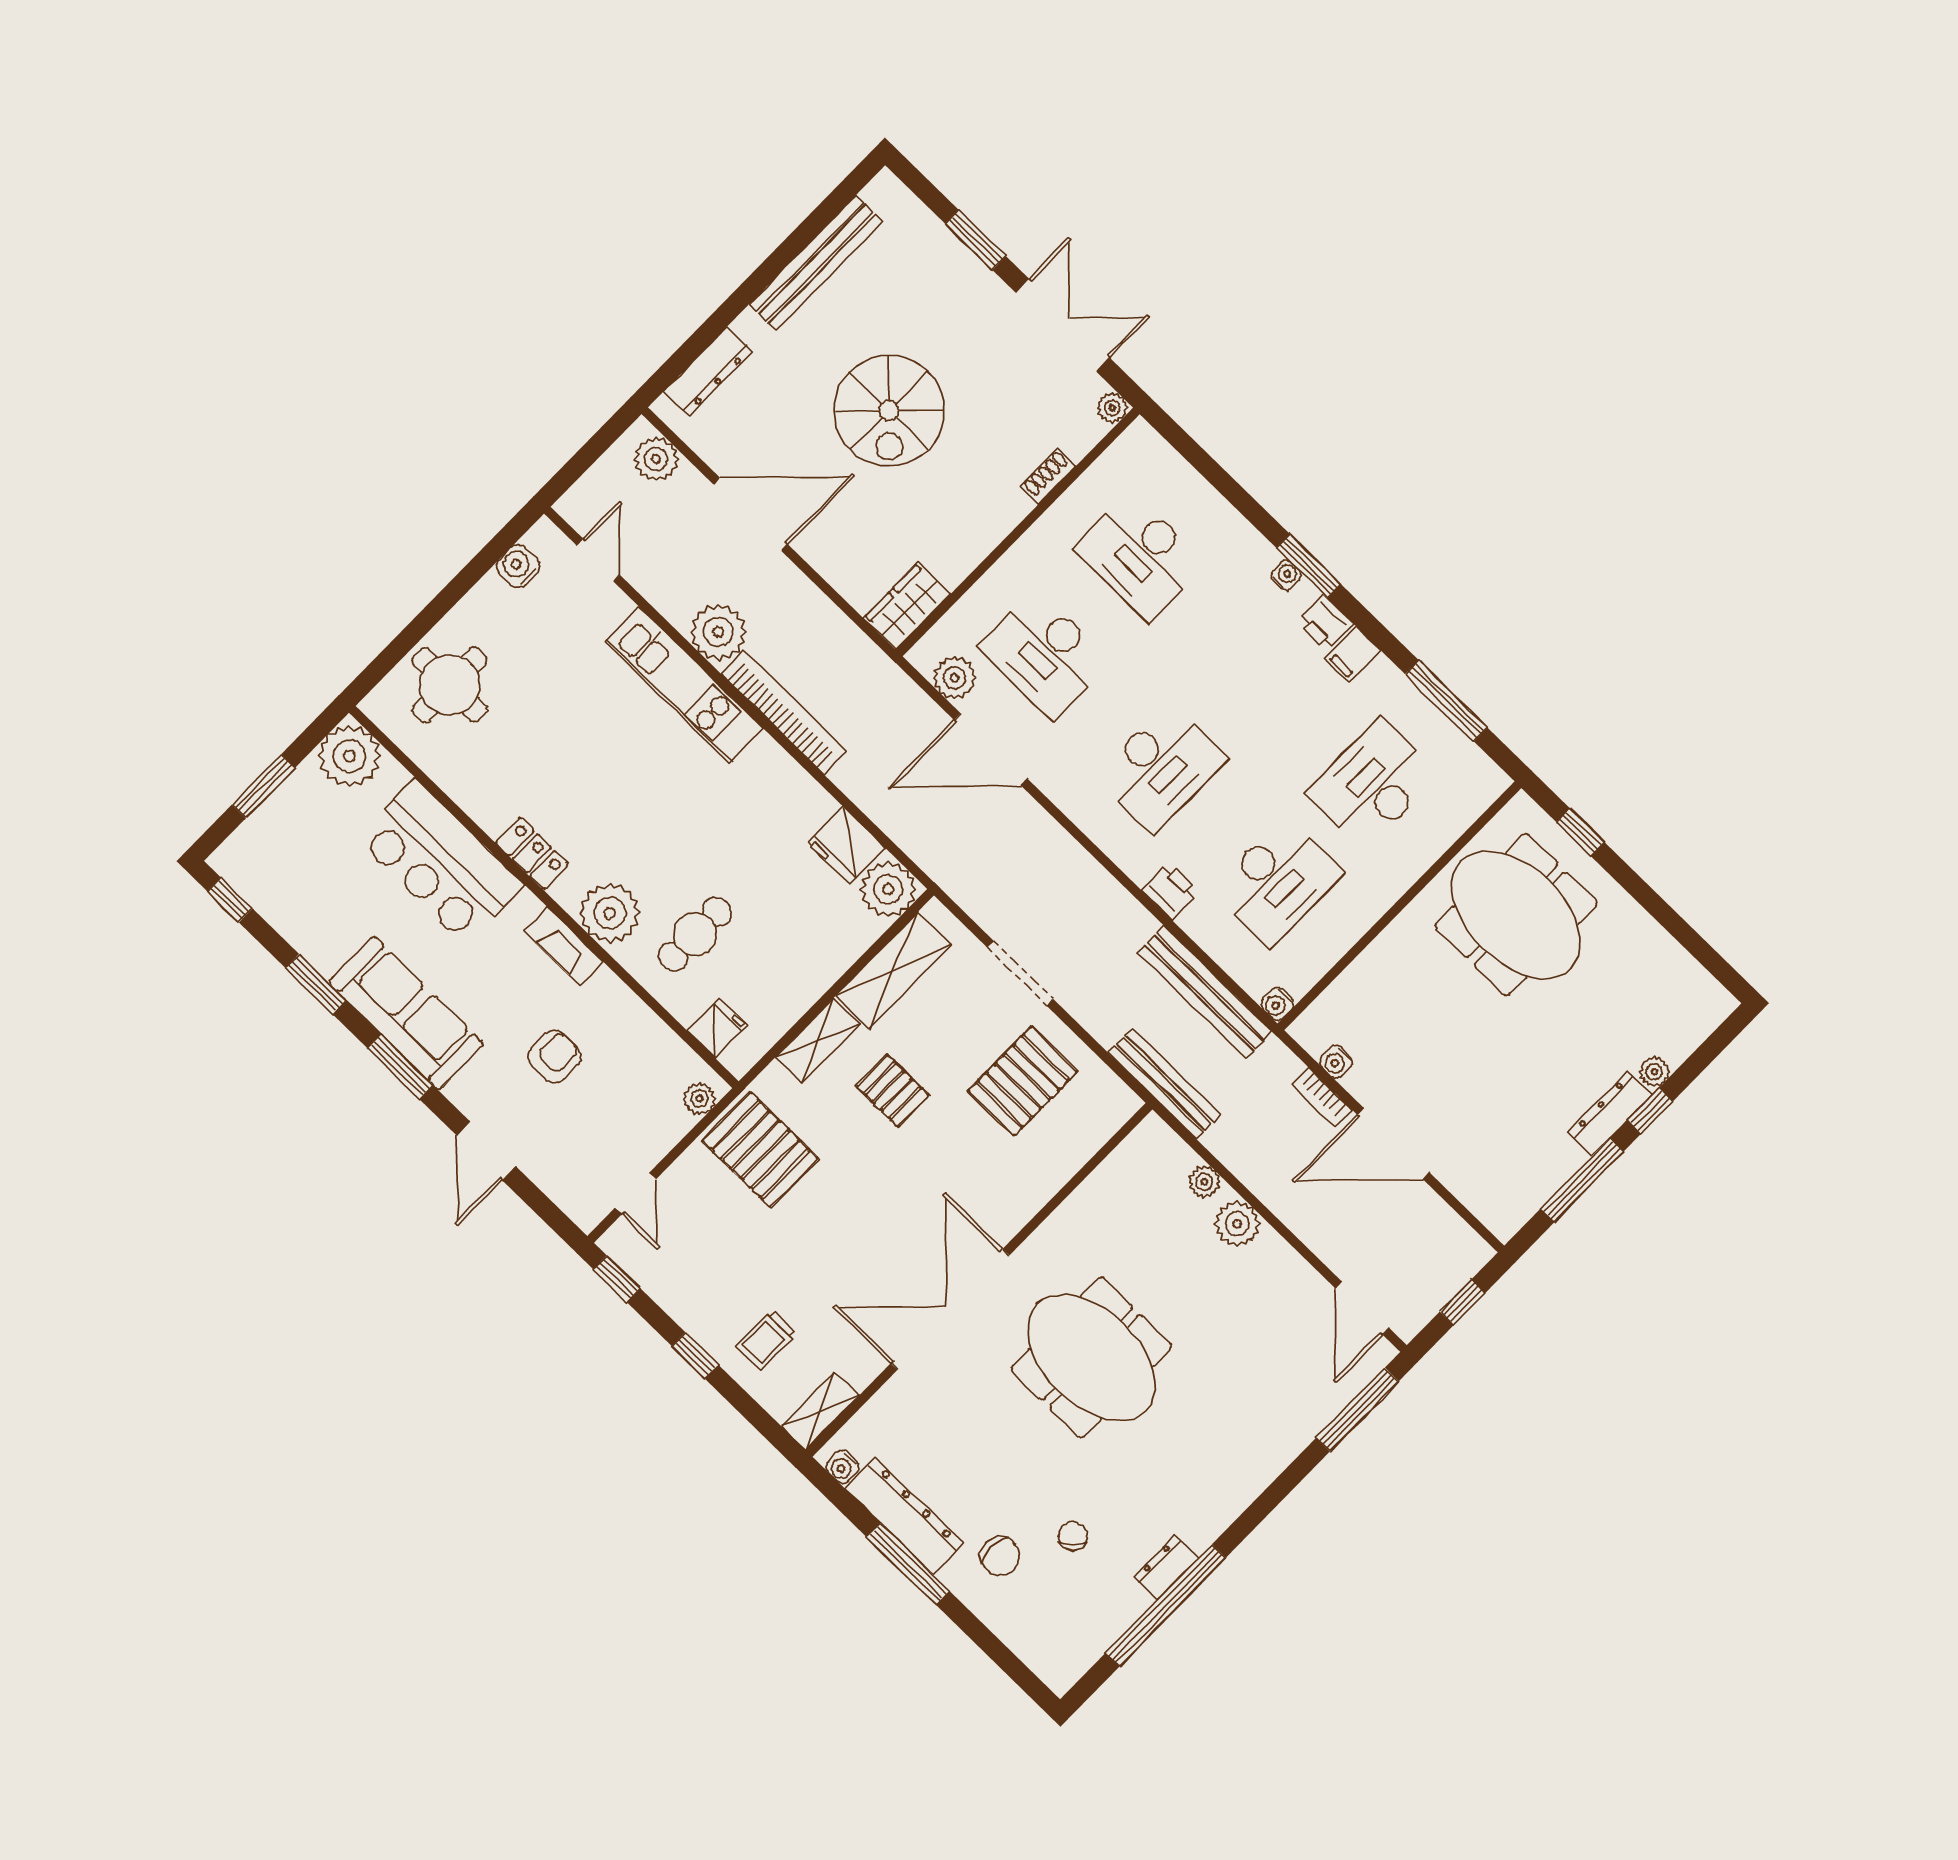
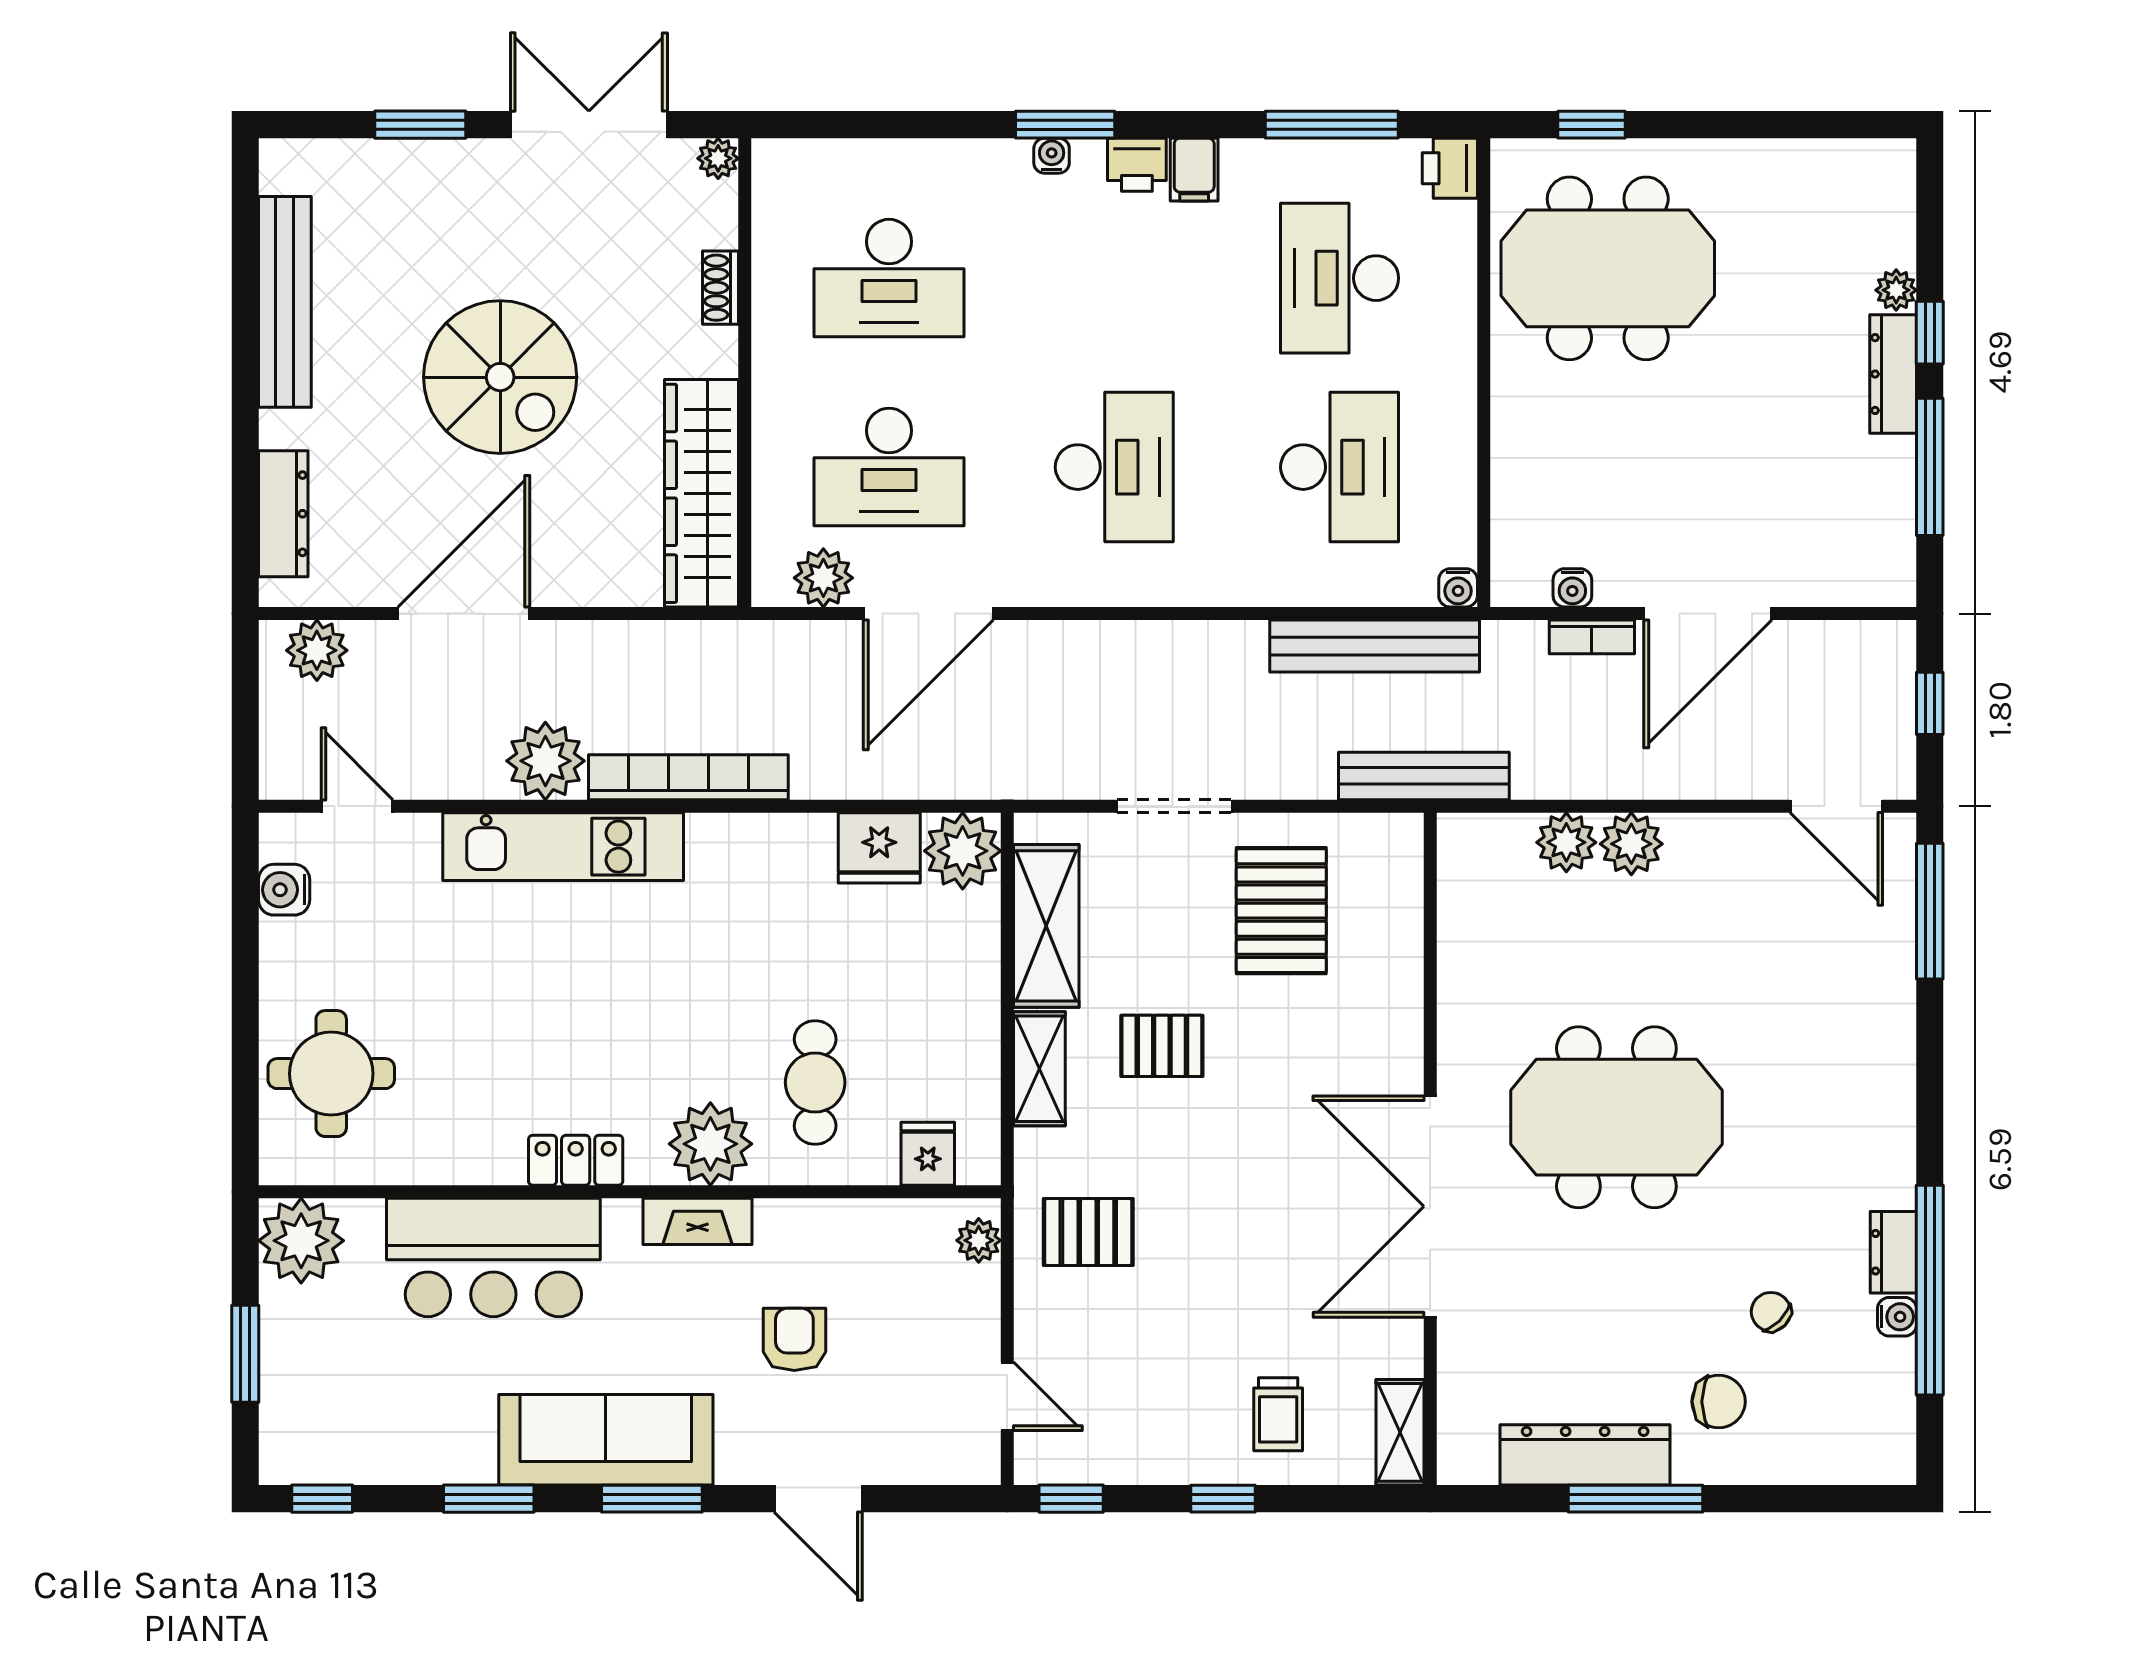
wardrobe: (907, 606) -> (702, 493), width x2.10, depth x1.17
printer: (1170, 891) -> (1450, 168), moved, turned -90
pallet: (760, 1150) -> (1088, 1232), width x0.67, depth x0.71
plant: (1204, 1182) -> (1566, 842), width x1.38, depth x1.38
water cooler: (843, 1467) -> (1897, 1317), moved, turned -90

